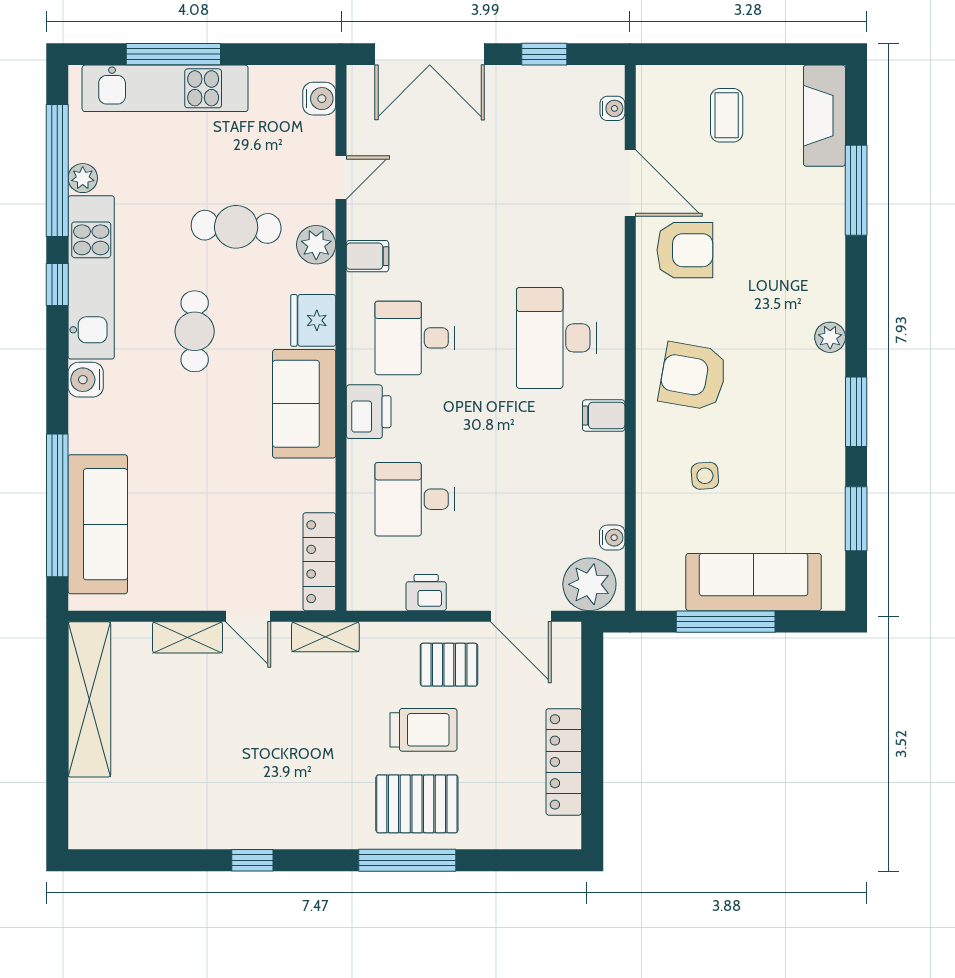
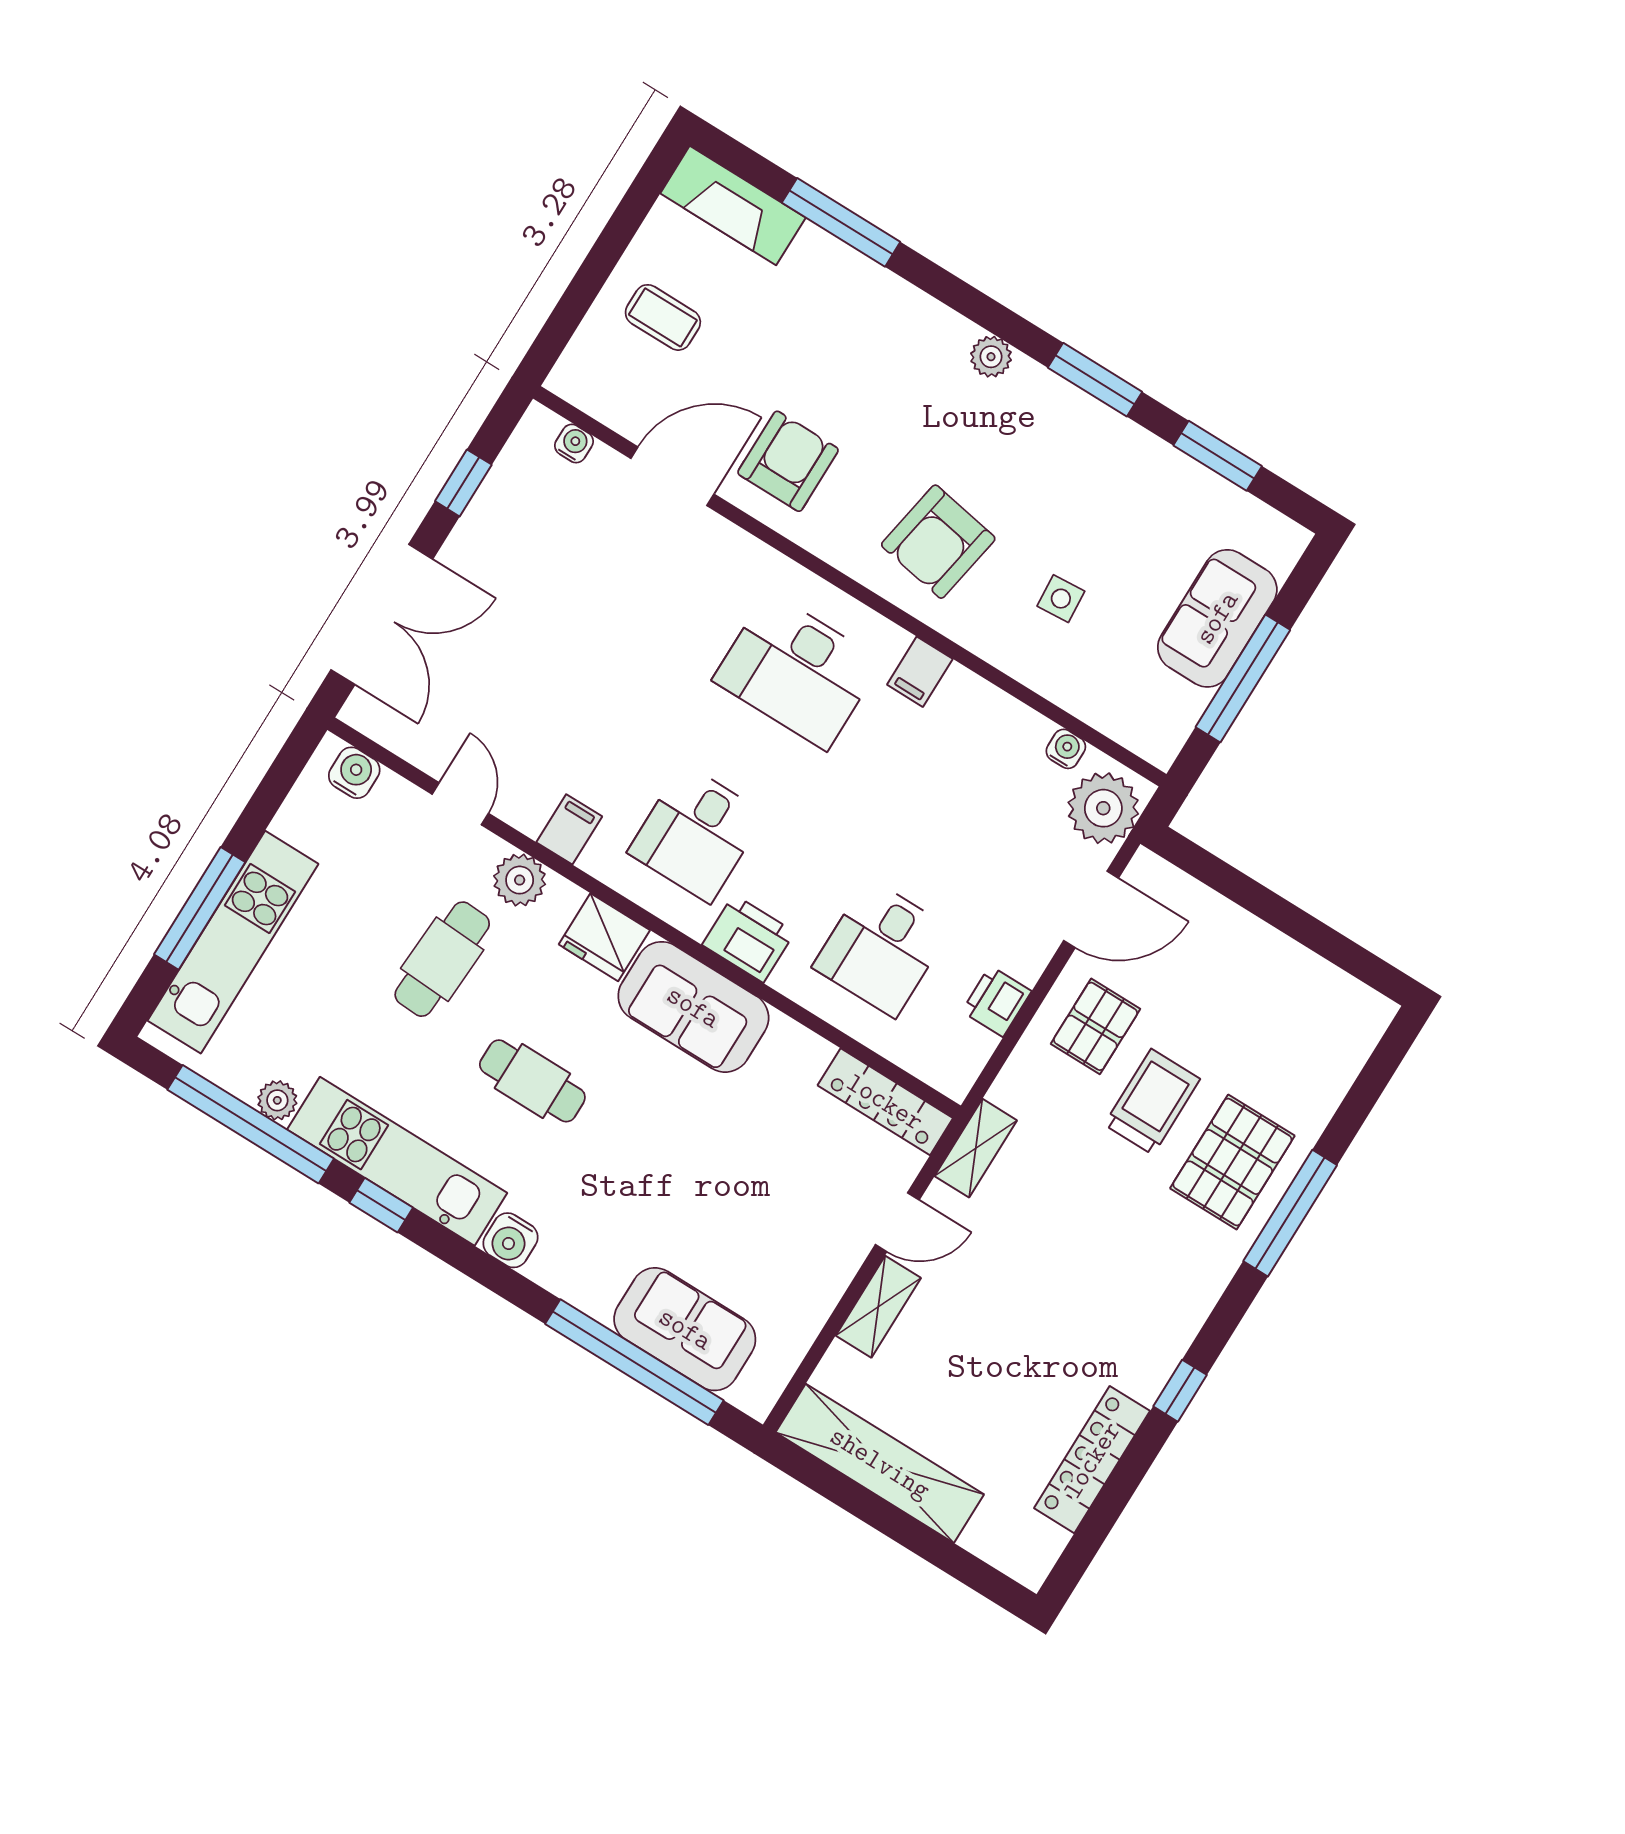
sofa: (98, 524) -> (685, 1329), width x0.73
sofa: (754, 582) -> (1217, 618), width x0.73
locker: (564, 762) -> (1092, 1460), moved, turned 90

